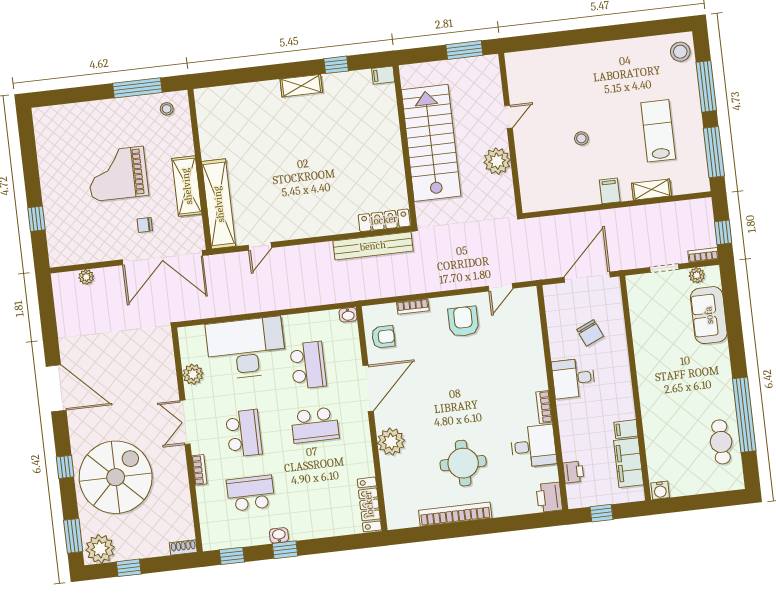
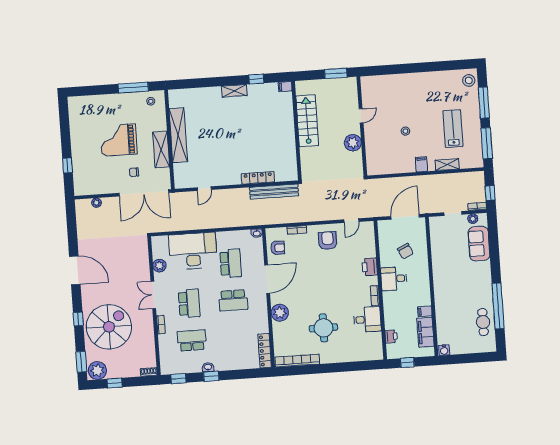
stairs: (431, 143) -> (307, 121), width x0.73, depth x0.66
shelving: (219, 204) -> (178, 135), moved
locker: (384, 220) -> (258, 178), moved
printer: (549, 497) -> (370, 267), moved
bookcase: (455, 514) -> (297, 361), moved

